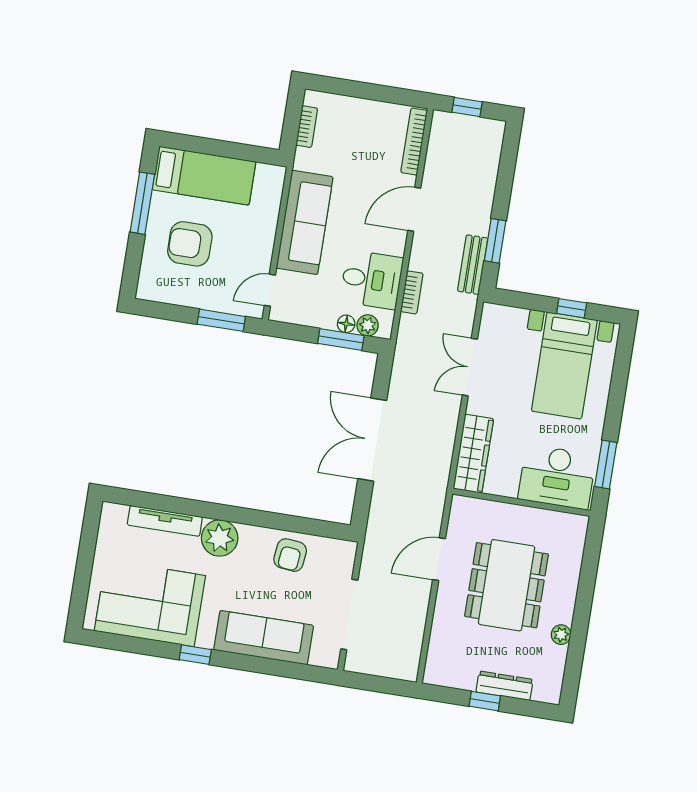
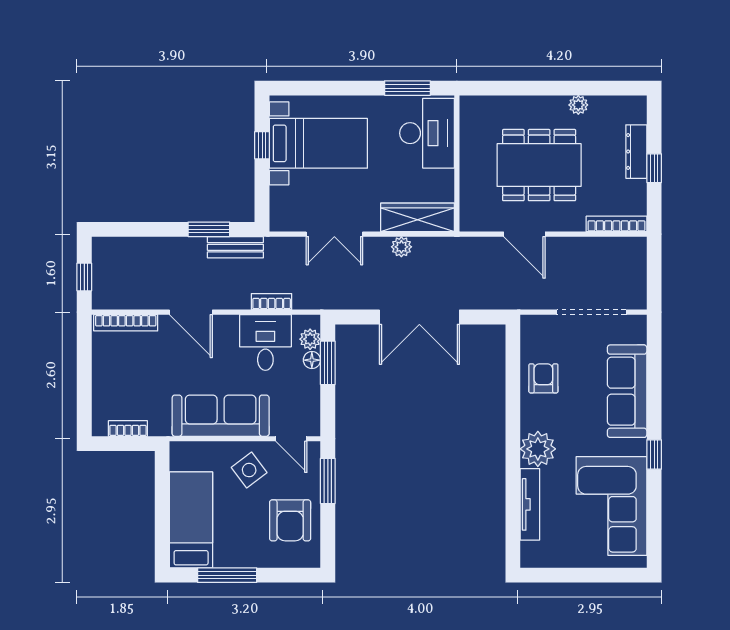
side table: (245, 242) -> (249, 470), added
armchair: (190, 244) -> (290, 520), moved
plant: (446, 433) -> (401, 247), added
armchair: (290, 555) -> (543, 378), turned -96
bookcase: (434, 654) -> (616, 224), added

